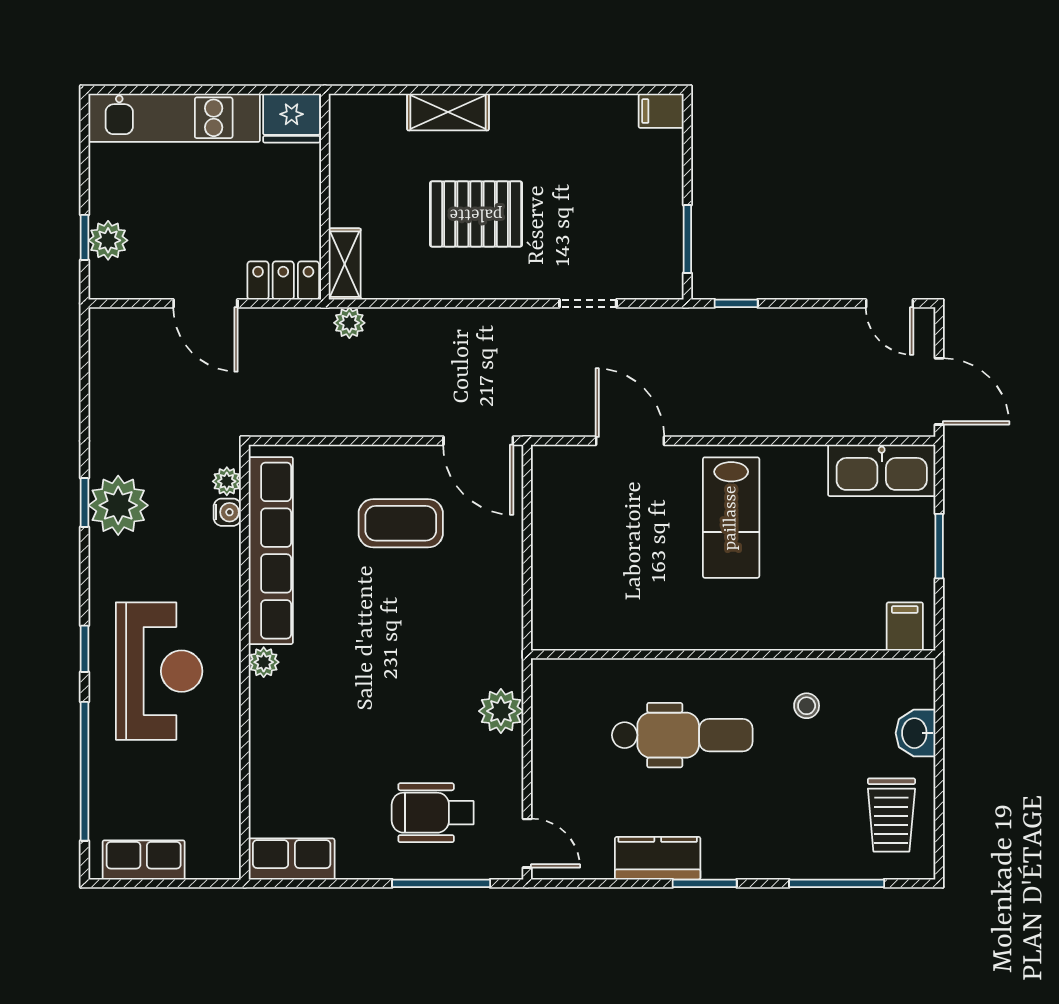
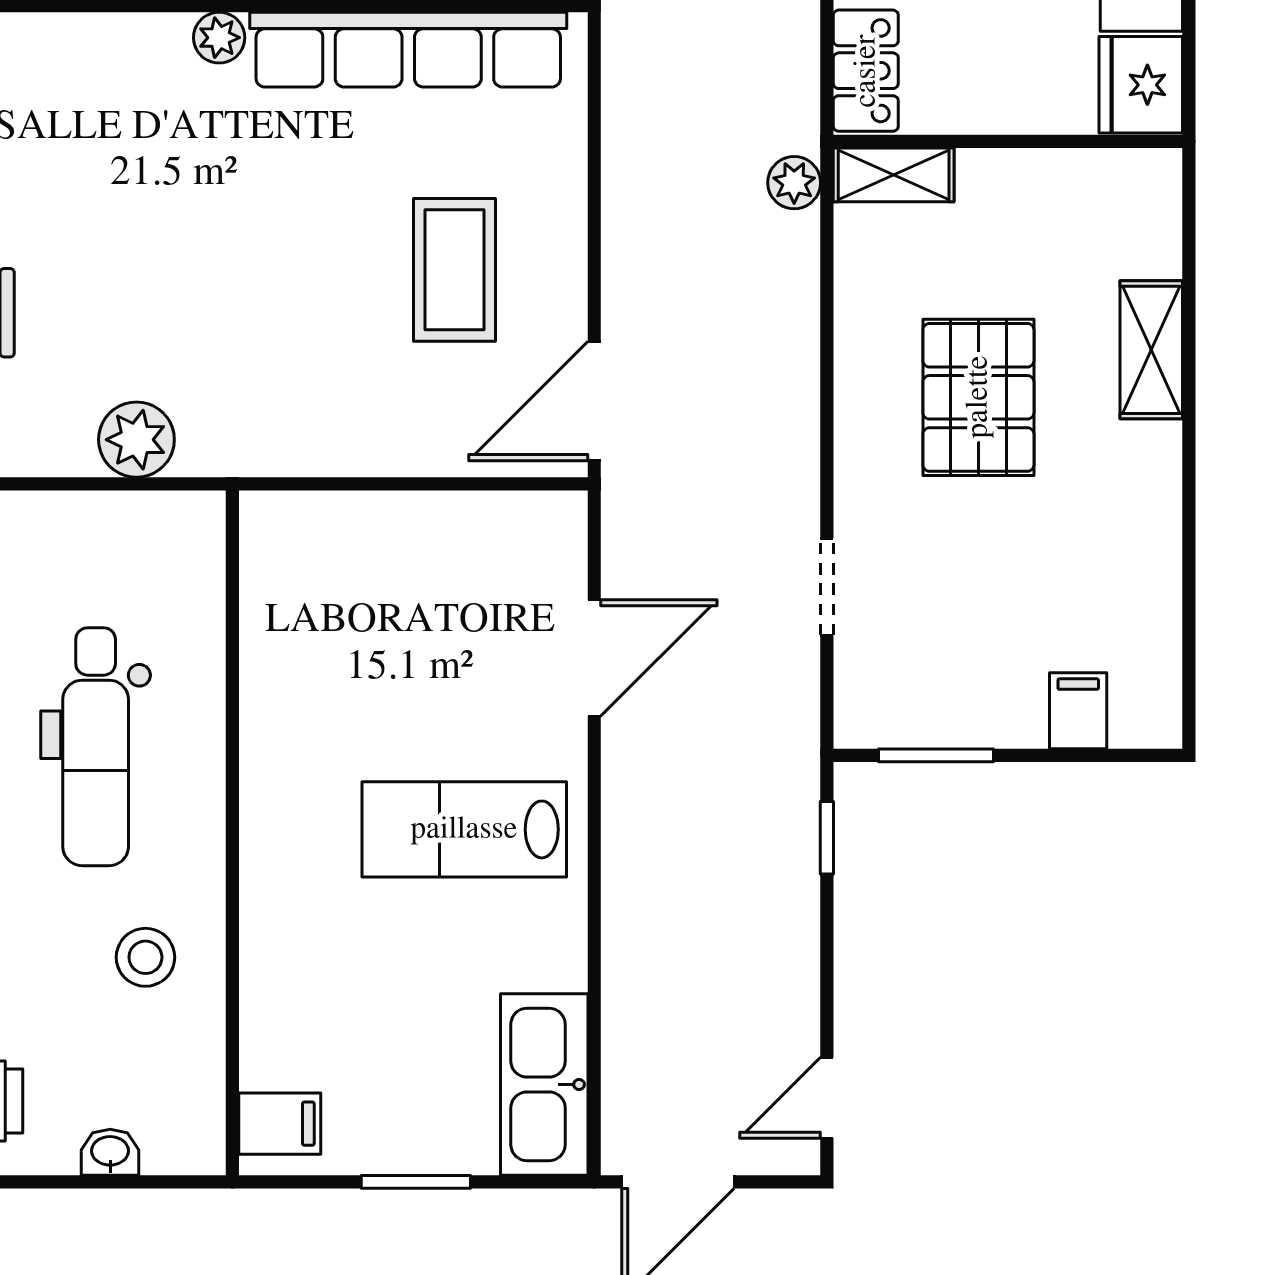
filing cabinet: (661, 111) -> (1078, 711), moved
stool: (807, 706) -> (145, 957), width x1.37, depth x1.37
washbasin: (916, 733) -> (110, 1152), width x0.72, depth x0.69

